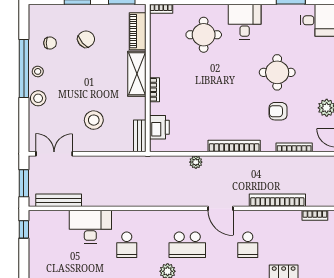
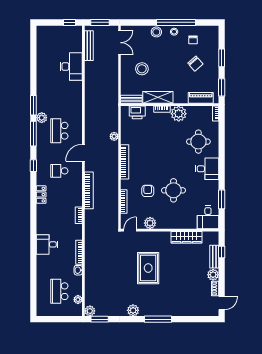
plant: (161, 65) -> (179, 114), added
shelving: (137, 74) -> (158, 97), moved
school desk: (127, 245) -> (59, 91), removed

